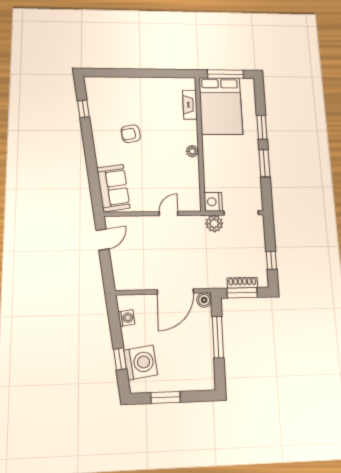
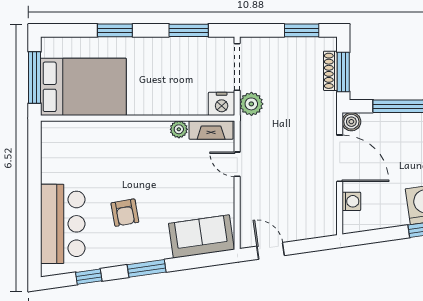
bar counter: (122, 92) -> (63, 224), added
fireplace: (190, 105) -> (211, 130), moved
window: (89, 149) -> (147, 268), added
plant: (192, 151) -> (179, 129), moved
window: (264, 163) -> (189, 30), moved
window: (271, 260) -> (302, 30), width x1.50
washing machine: (126, 318) -> (351, 201), moved, turned 98

